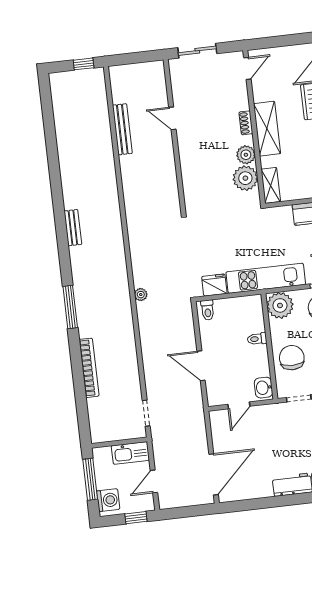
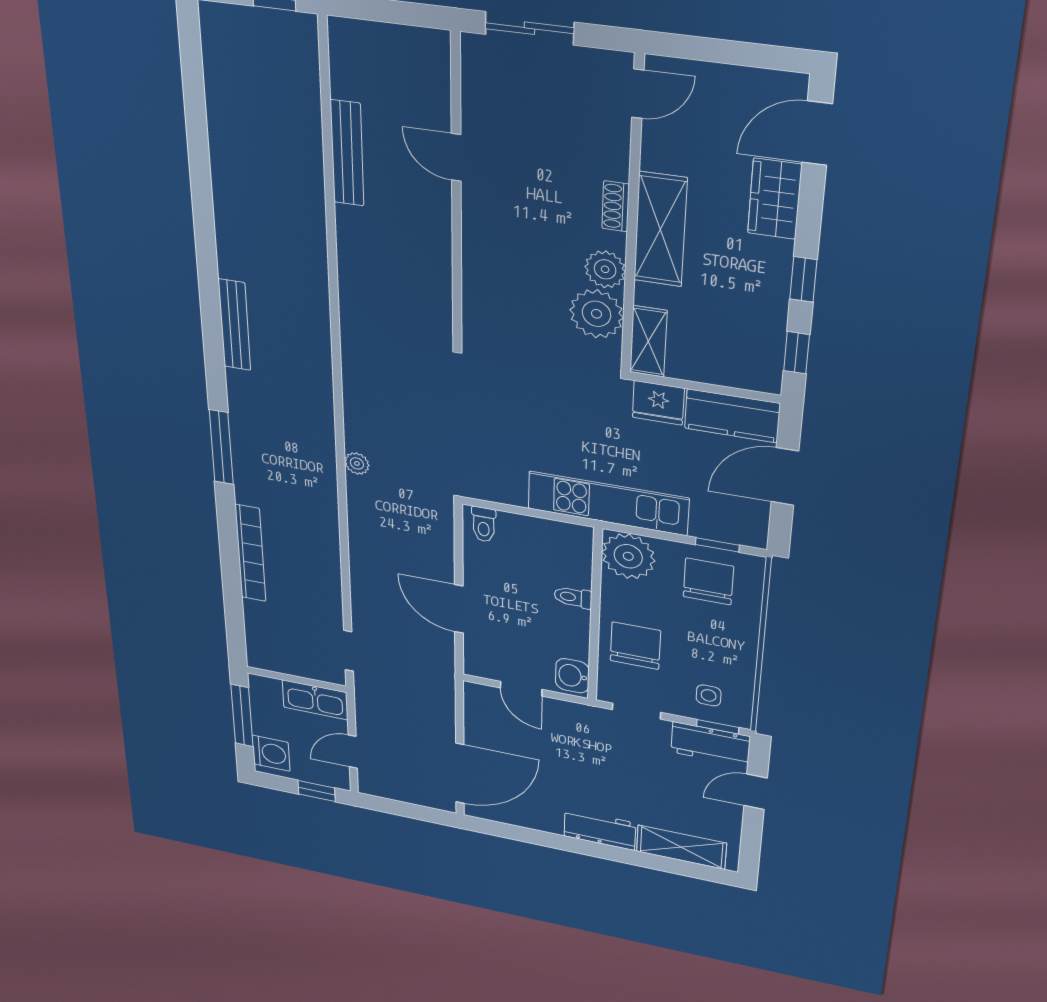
bench: (73, 228) -> (234, 325), width x1.36
fridge: (214, 285) -> (658, 403), moved, turned 180
door: (239, 405) -> (521, 689), hinge flipped

